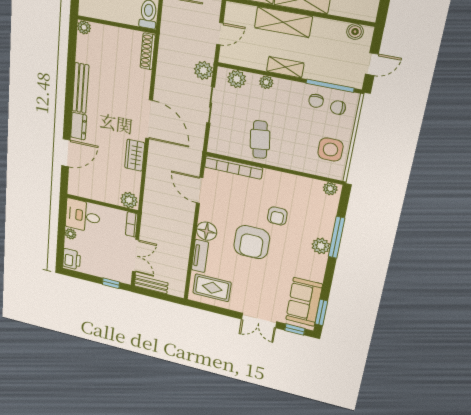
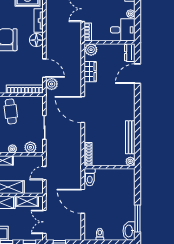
plant: (203, 70) -> (52, 84), moved
bench: (80, 88) -> (130, 137), moved
dresser: (79, 126) -> (130, 53), moved
wardrobe: (135, 155) -> (90, 72), moved

